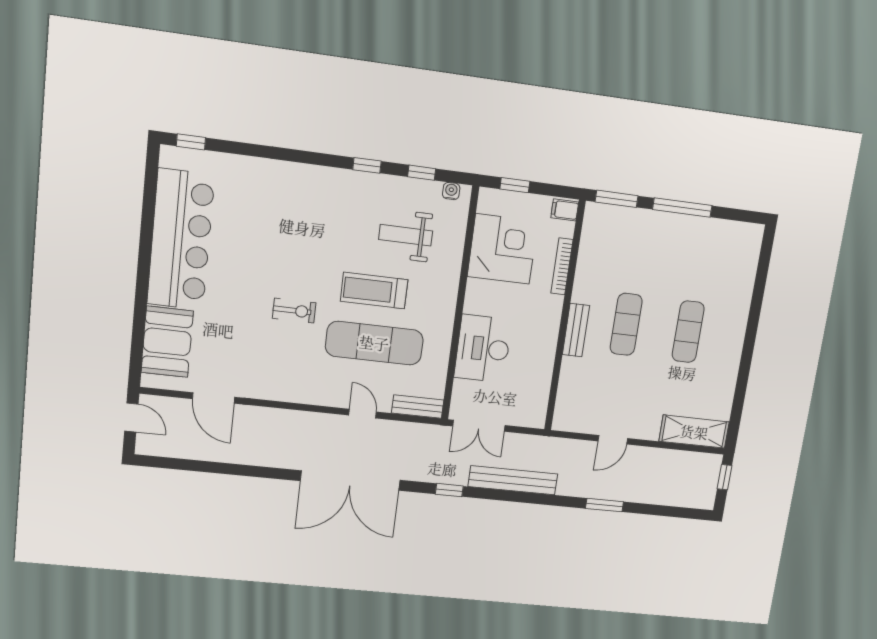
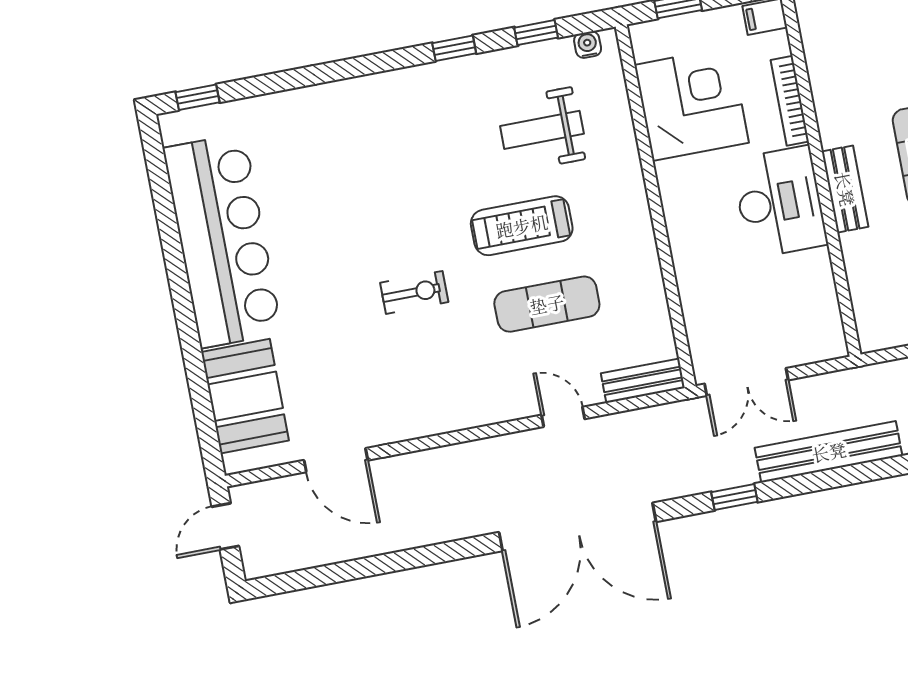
exercise mat: (374, 343) -> (547, 304), width x0.73, depth x0.69
desk: (483, 349) -> (780, 202), moved, turned 180
door: (131, 418) -> (225, 526), swing flipped

